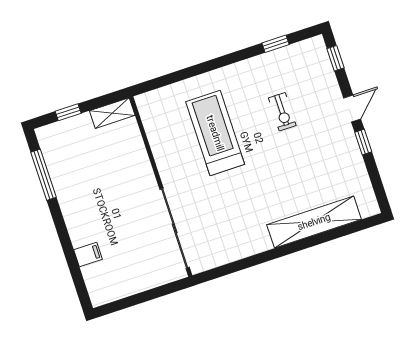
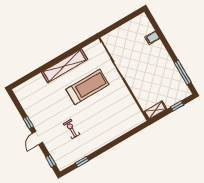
treadmill: (215, 133) -> (87, 87), moved, turned -90
shelving: (314, 222) -> (65, 66), moved

